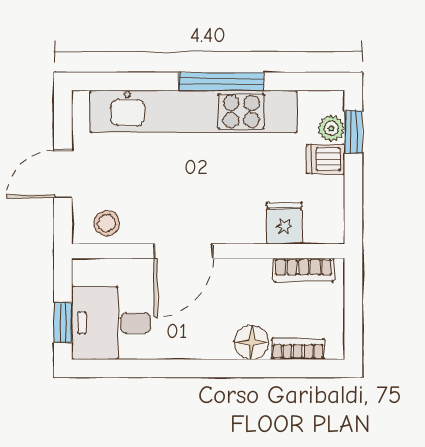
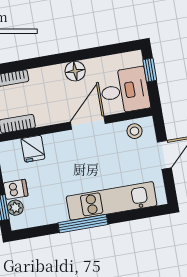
kitchen unit: (194, 111) -> (112, 201), width x0.73
desk: (111, 323) -> (125, 91), moved
floor lamp: (251, 342) -> (75, 71), moved

